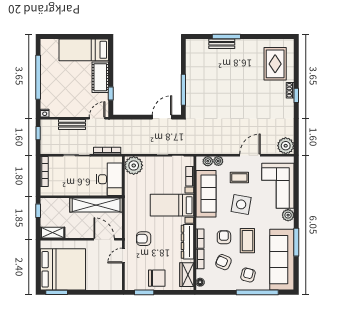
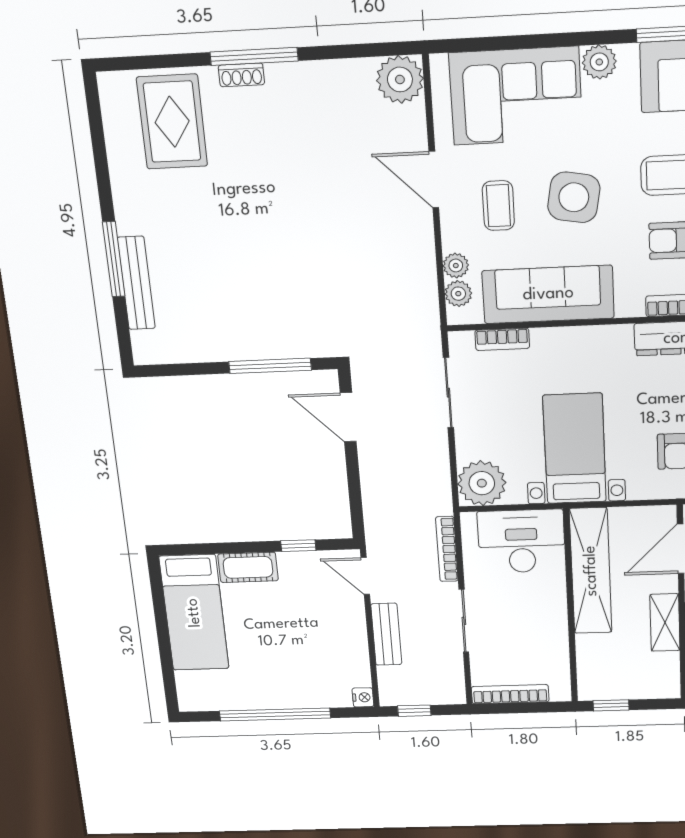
bench: (222, 44) -> (136, 283), width x1.36
rug: (275, 64) -> (172, 122), turned 90
cot: (100, 77) -> (248, 567), width x0.73, depth x0.75
window: (296, 95) -> (254, 56), width x2.17
bed with nightstands: (172, 205) -> (575, 449), moved, turned 180
shelving: (53, 233) -> (665, 623), moved

